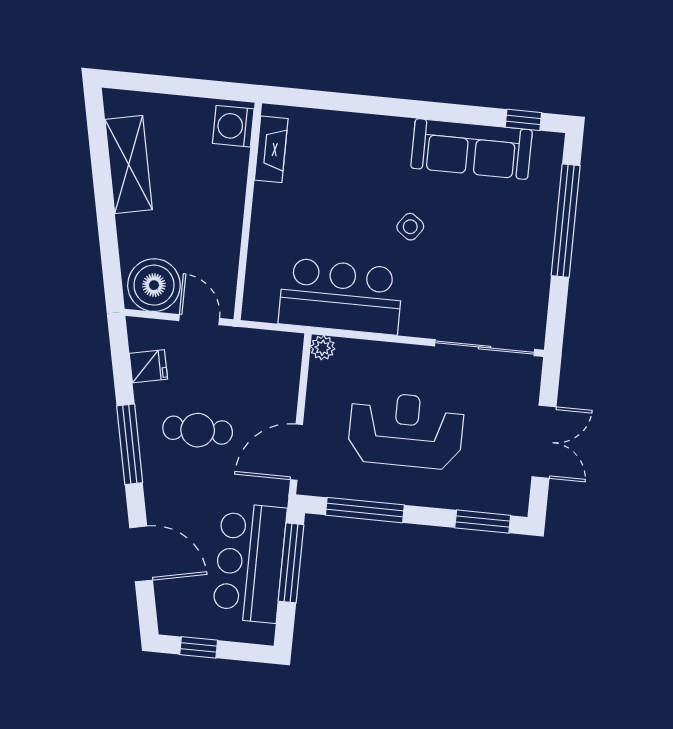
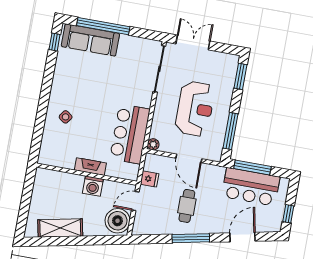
washing machine: (233, 126) -> (93, 186), moved
fireplace: (271, 149) -> (90, 167), moved
sofa: (471, 149) -> (90, 40), moved, turned 90
side table: (410, 227) -> (66, 117), moved
fridge: (148, 366) -> (149, 179), moved, turned 102
reception desk: (406, 430) -> (195, 109), turned 180
double door: (544, 442) -> (193, 42), moved
door: (296, 452) -> (189, 158), moved

